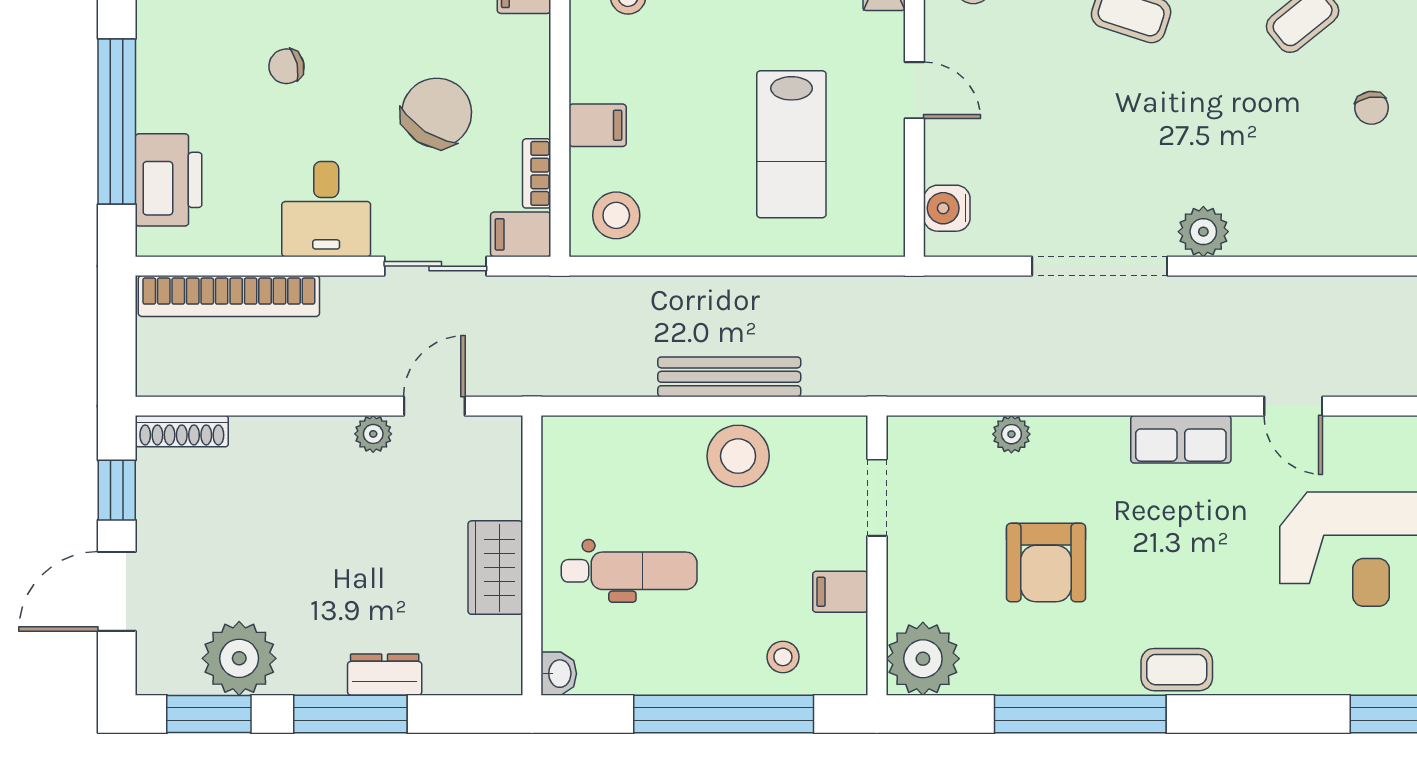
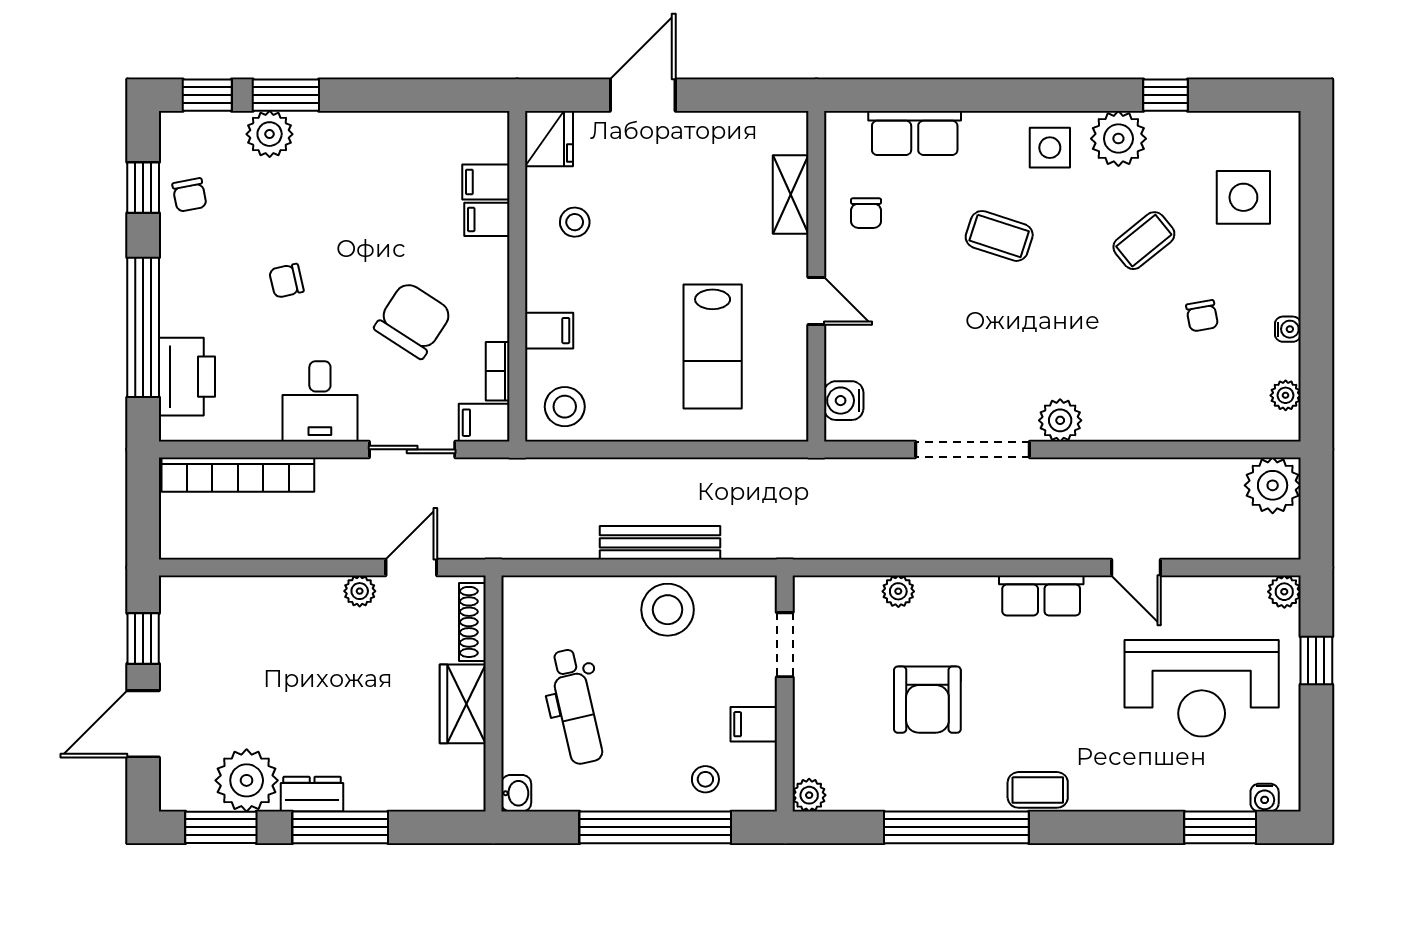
shoe rack: (182, 431) -> (472, 622), moved, turned 90
dental chair: (629, 571) -> (576, 707), turned 77
plant: (923, 659) -> (809, 795), width x0.53, depth x0.53
dresser: (385, 675) -> (312, 794), moved

